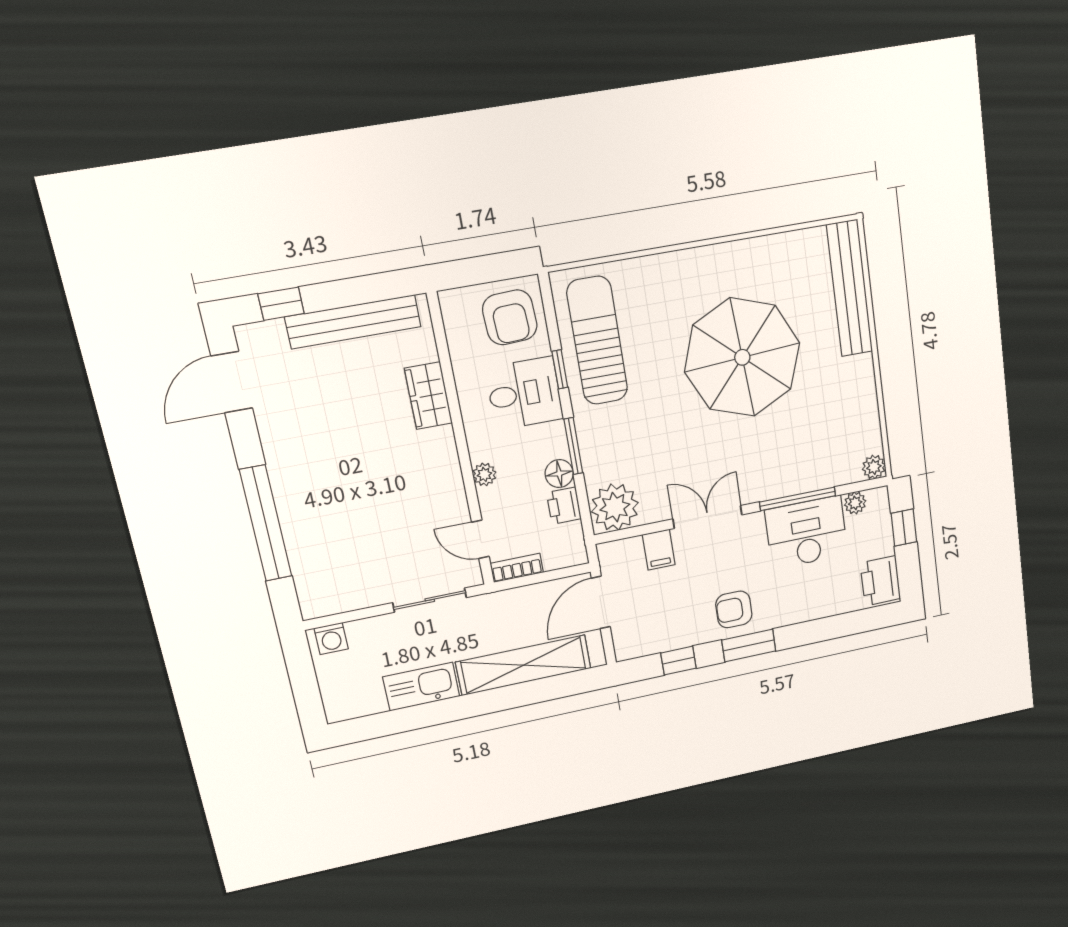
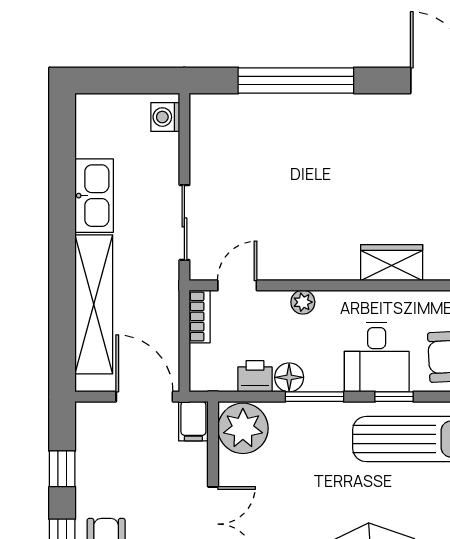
filing cabinet: (659, 550) -> (193, 421), moved, turned -90

